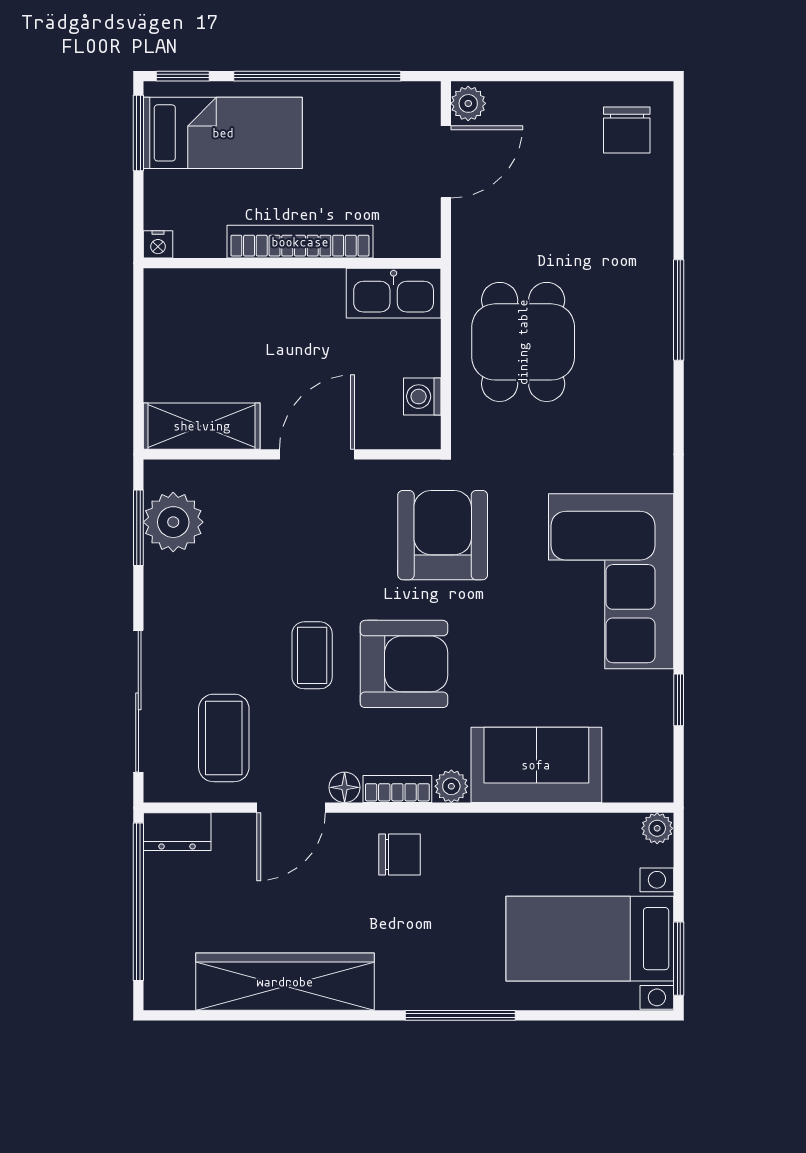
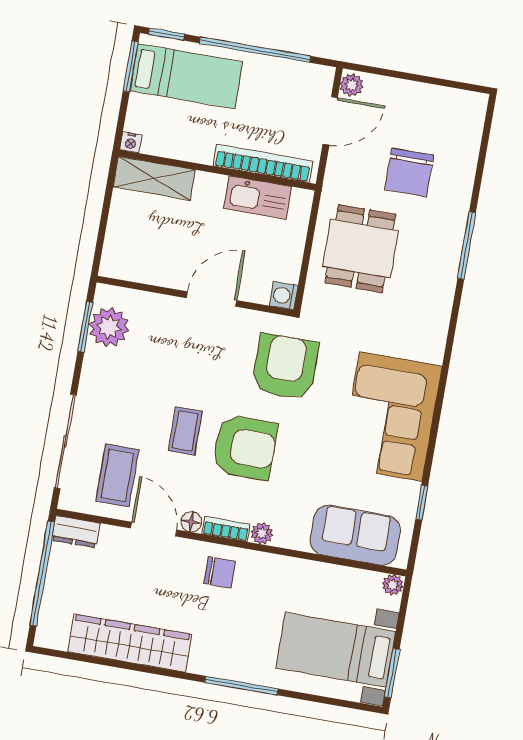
chair: (627, 130) -> (409, 172), moved, width x1.37, depth x1.37
bookcase: (300, 242) -> (263, 163), moved
kitchen sink: (394, 293) -> (258, 198), moved
washing machine: (422, 397) -> (284, 296), moved
shelving: (202, 426) -> (154, 178), moved
sofa: (536, 765) -> (355, 535), moved
door: (291, 808) -> (154, 529), swing flipped

